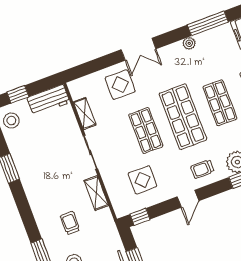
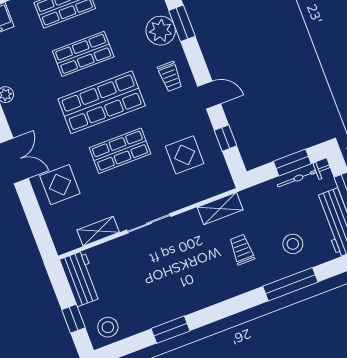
shelving: (96, 193) -> (220, 209), moved
window: (140, 217) -> (226, 138), moved
trolley: (70, 223) -> (242, 250), turned 90

